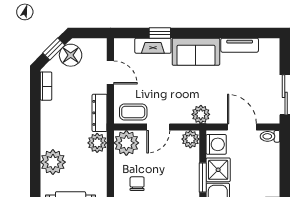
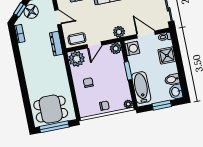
plant: (97, 143) -> (59, 62), removed
plant: (53, 162) -> (33, 80), removed
shower: (218, 170) -> (167, 55), moved

